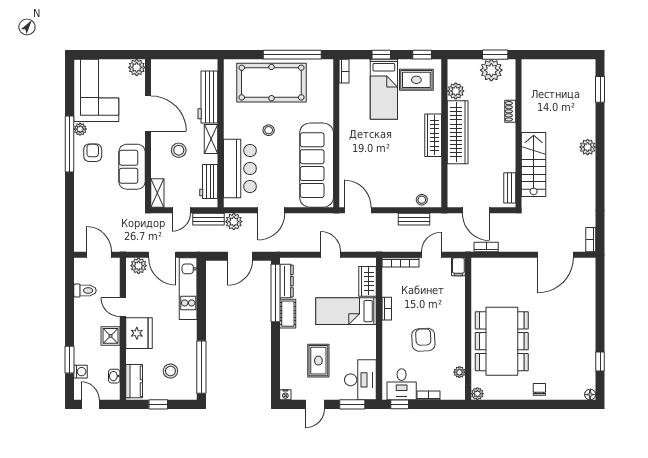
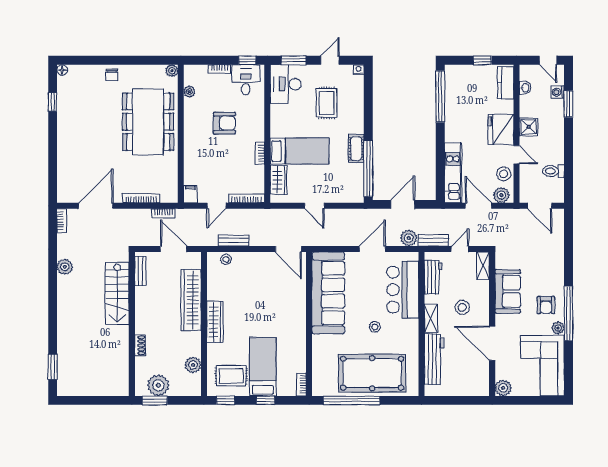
wardrobe: (458, 132) -> (191, 300), moved
plant: (588, 147) -> (65, 267), moved
bookcase: (509, 263) -> (141, 198), added
dresser: (287, 281) -> (357, 180), removed
armchair: (423, 340) -> (224, 123), turned -87
stool: (170, 371) -> (504, 174), moved

